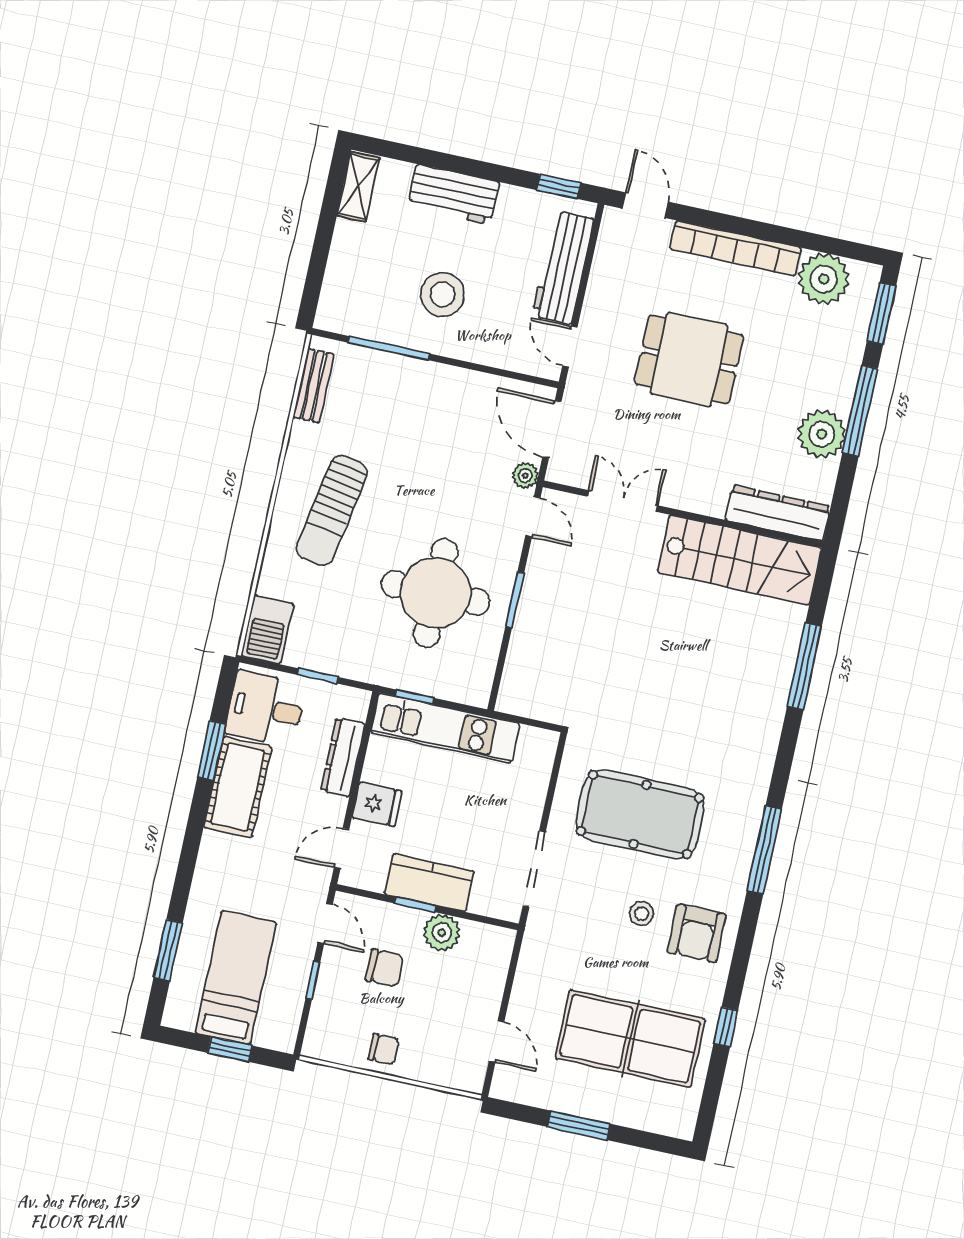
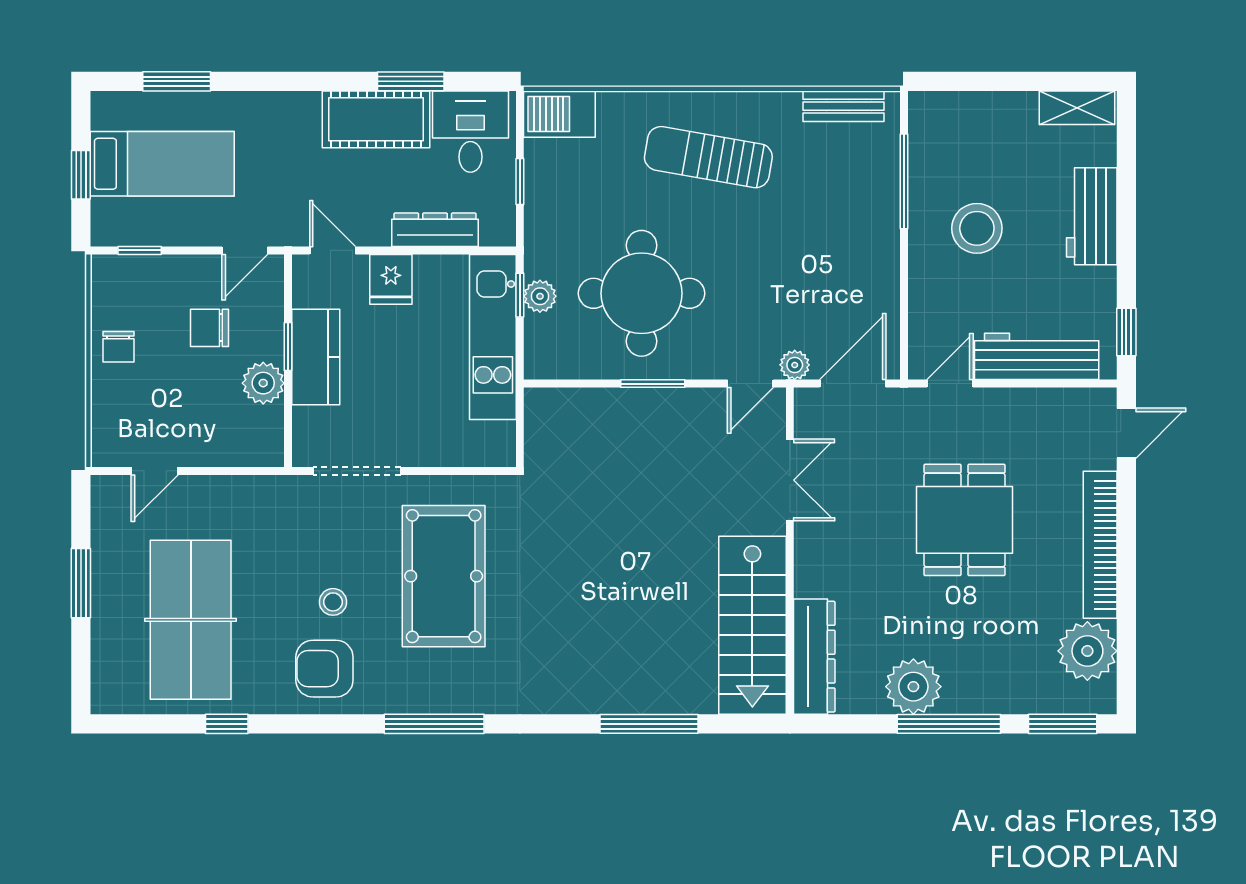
plant: (419, 680) -> (540, 296), added
chair: (385, 968) -> (210, 328), turned 90
window: (313, 980) -> (140, 250), moved

